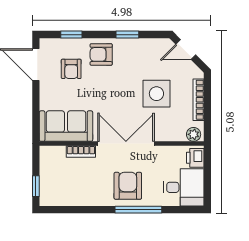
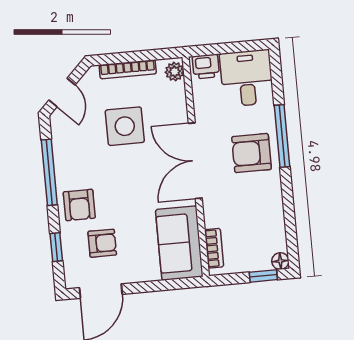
window: (127, 35) -> (49, 172), width x2.17
bookcase: (81, 152) -> (214, 248), moved
floor lamp: (46, 200) -> (280, 261), added

